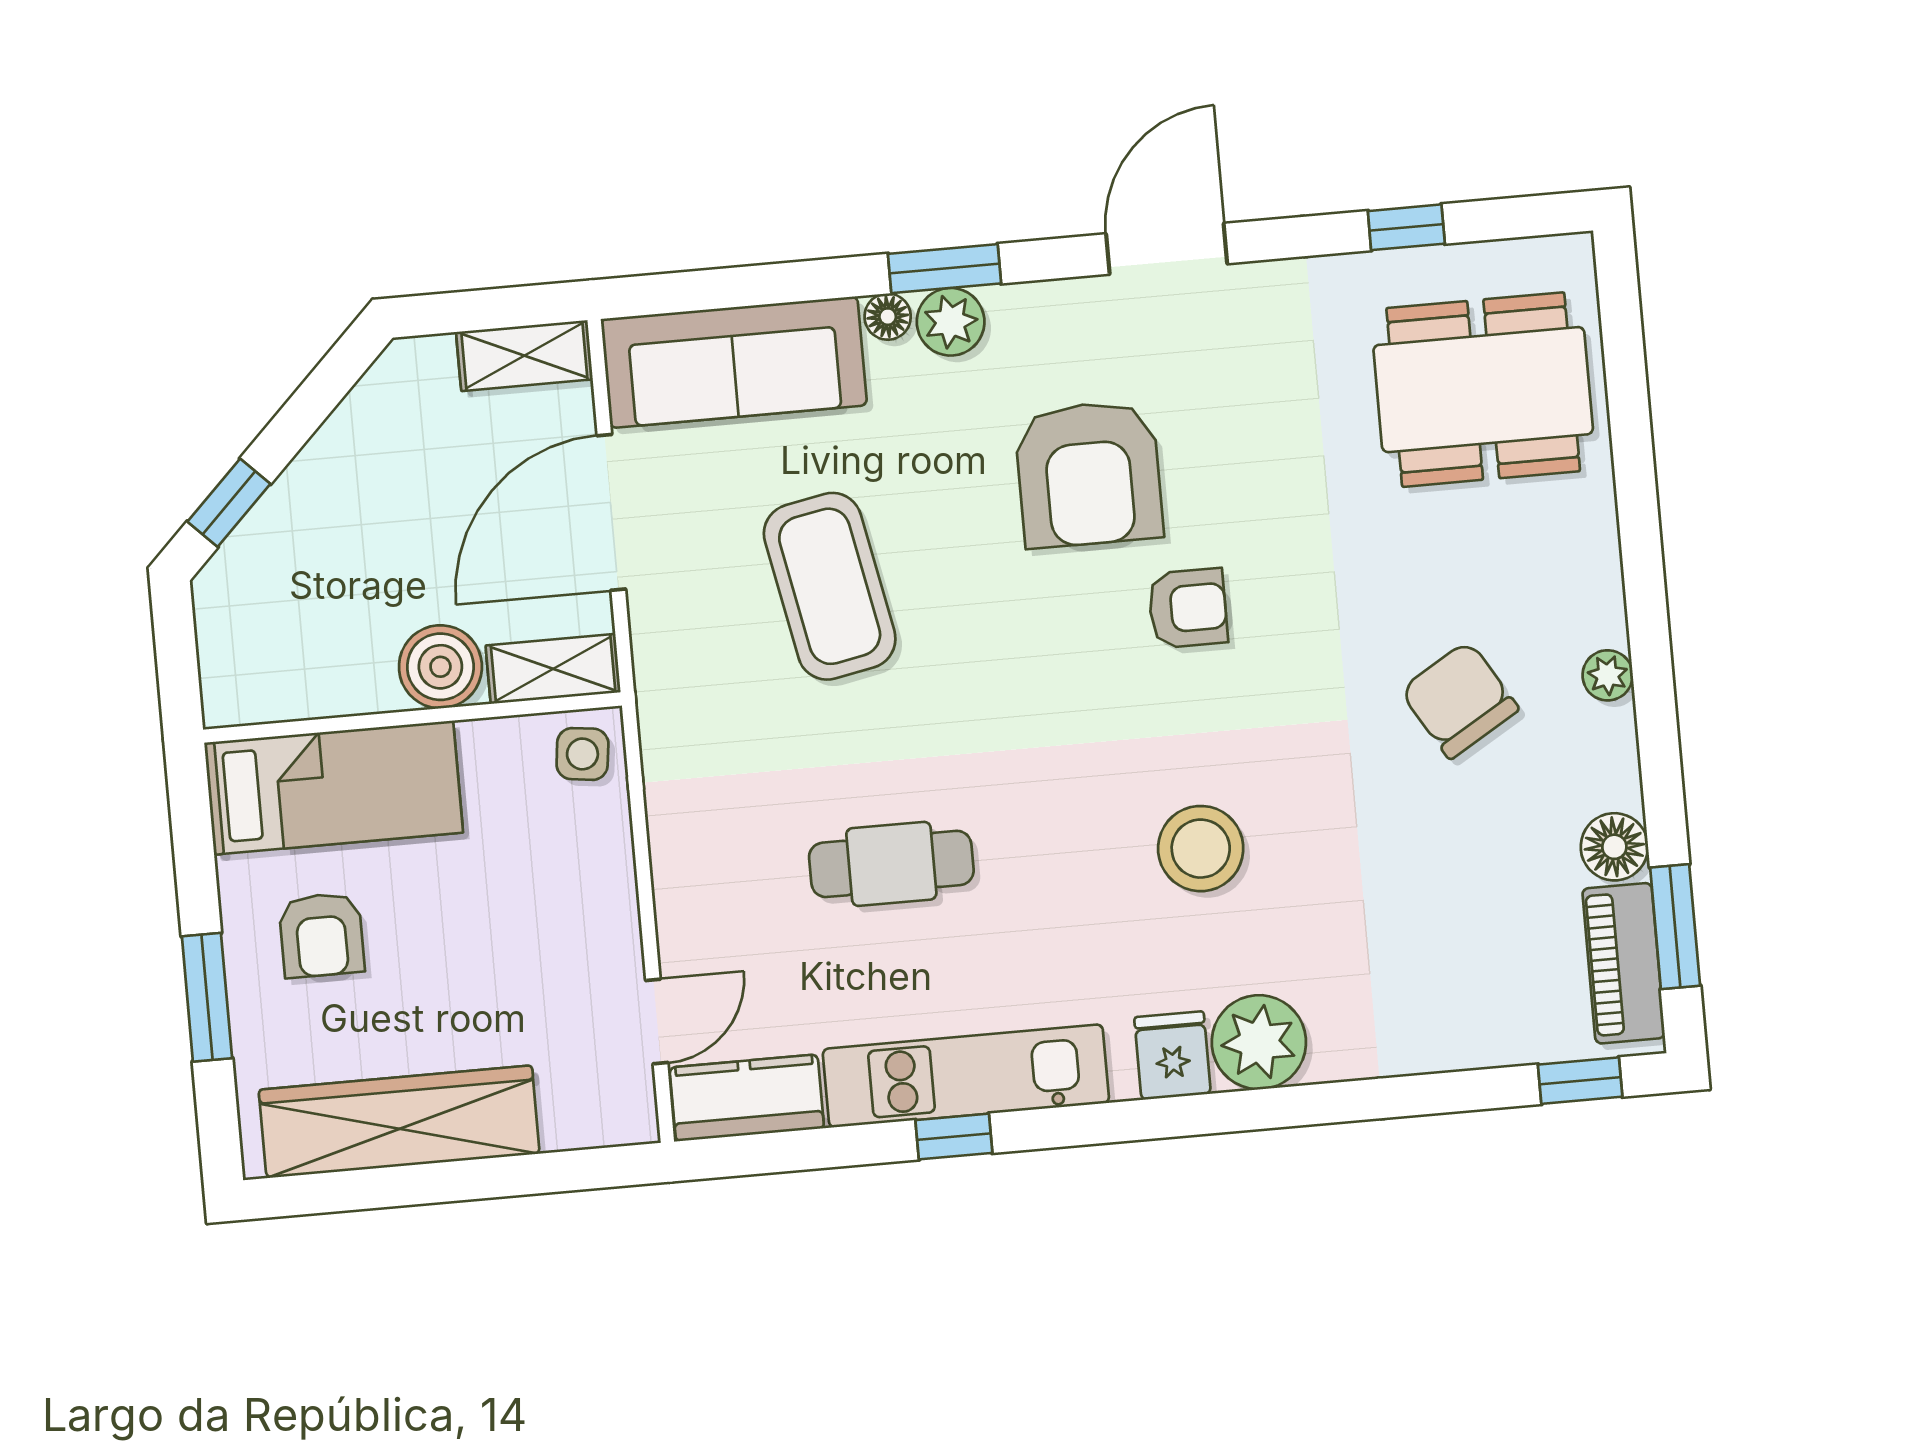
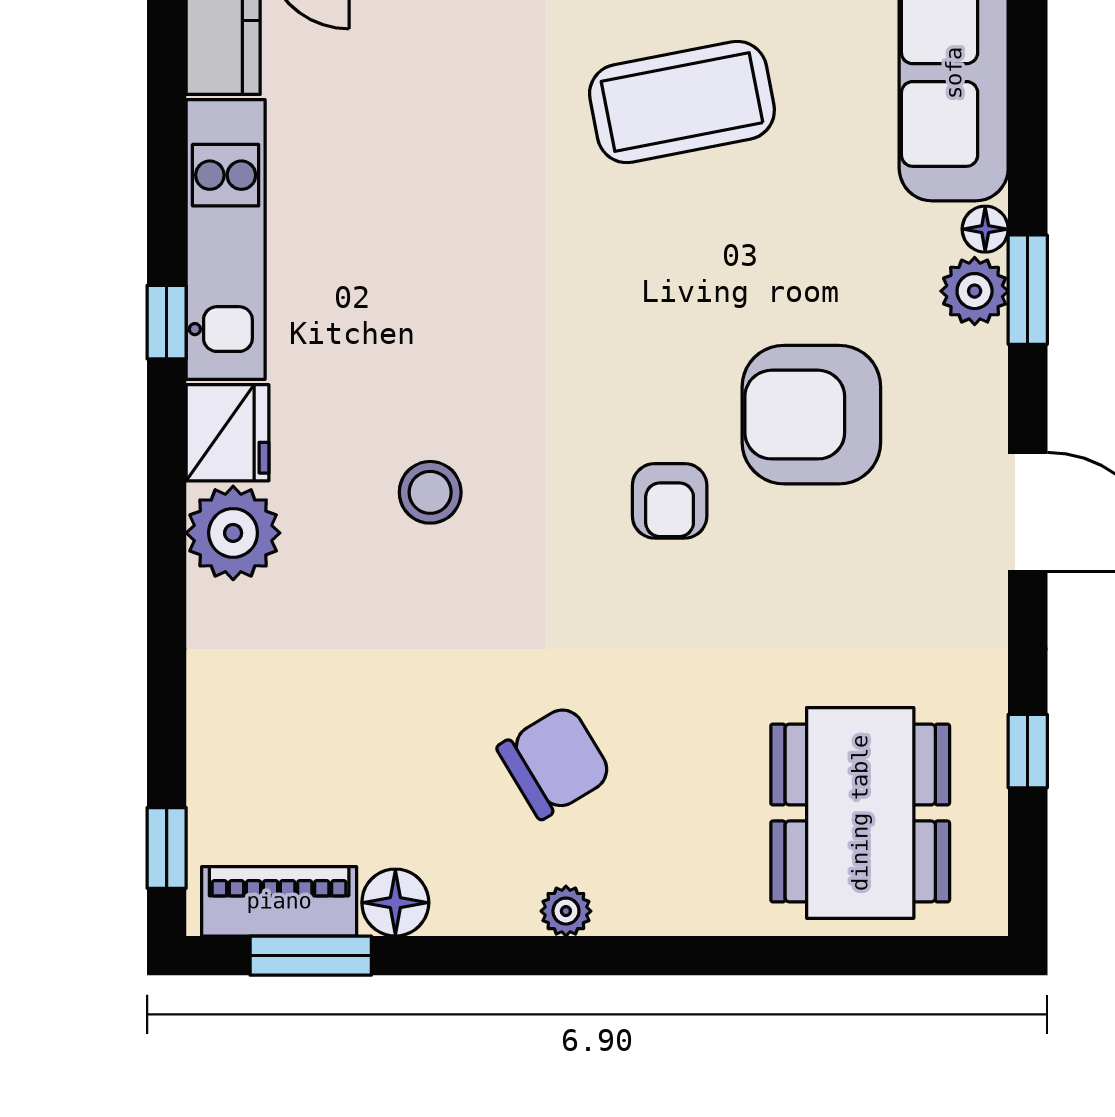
coffee table: (830, 586) -> (682, 102), moved
stool: (1201, 849) -> (430, 492), width x0.73, depth x0.73
cafe table: (891, 864) -> (442, 184), removed
fridge: (1172, 1056) -> (228, 433), width x1.38
window: (954, 1137) -> (167, 322), moved

